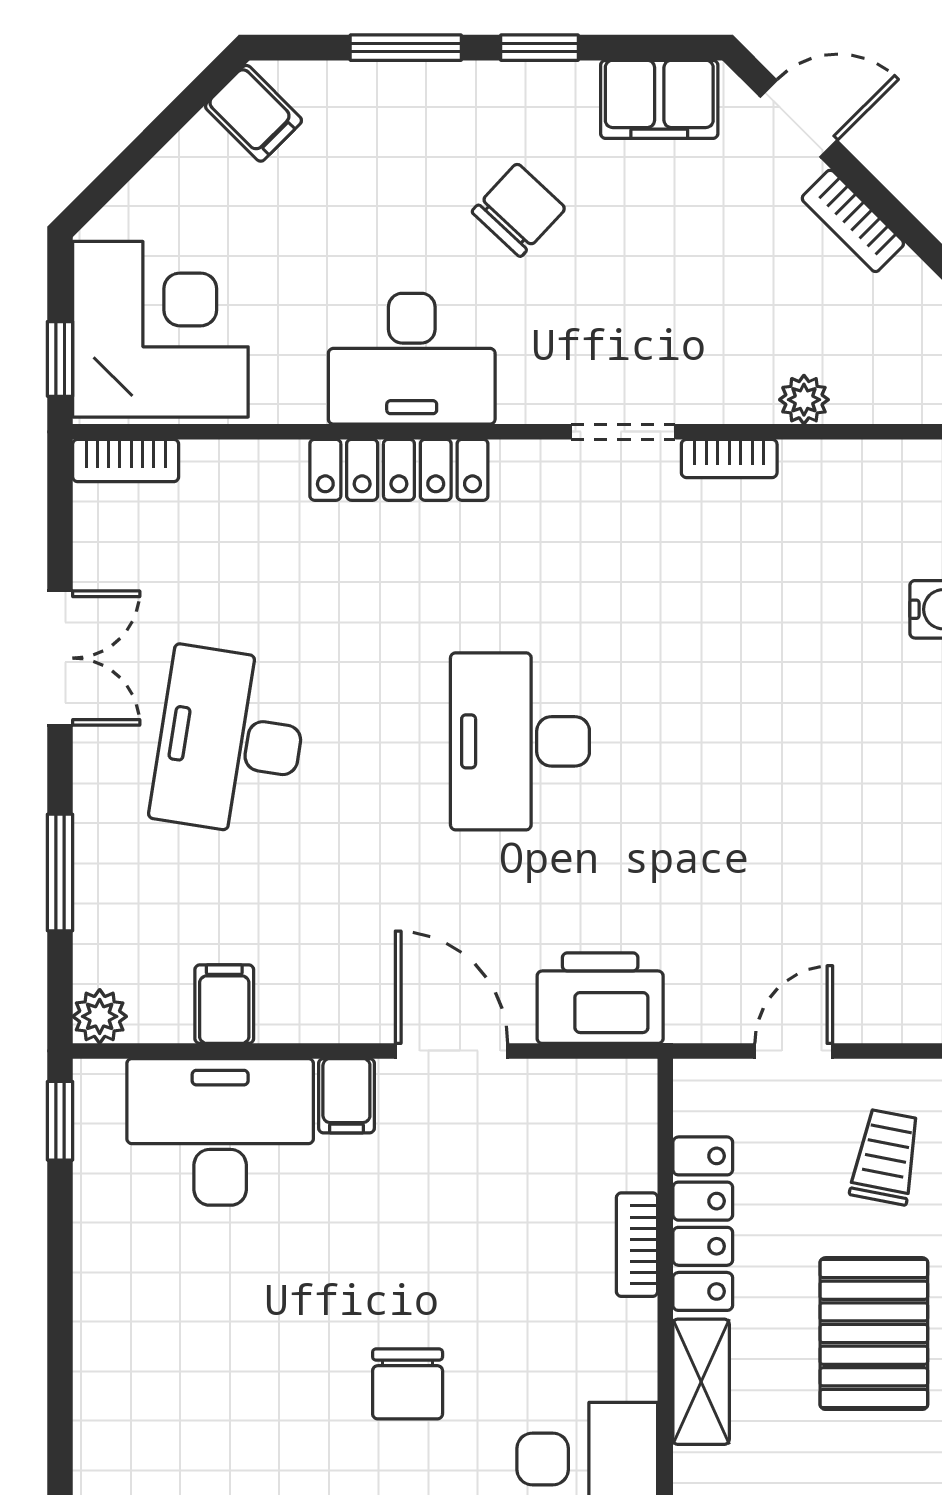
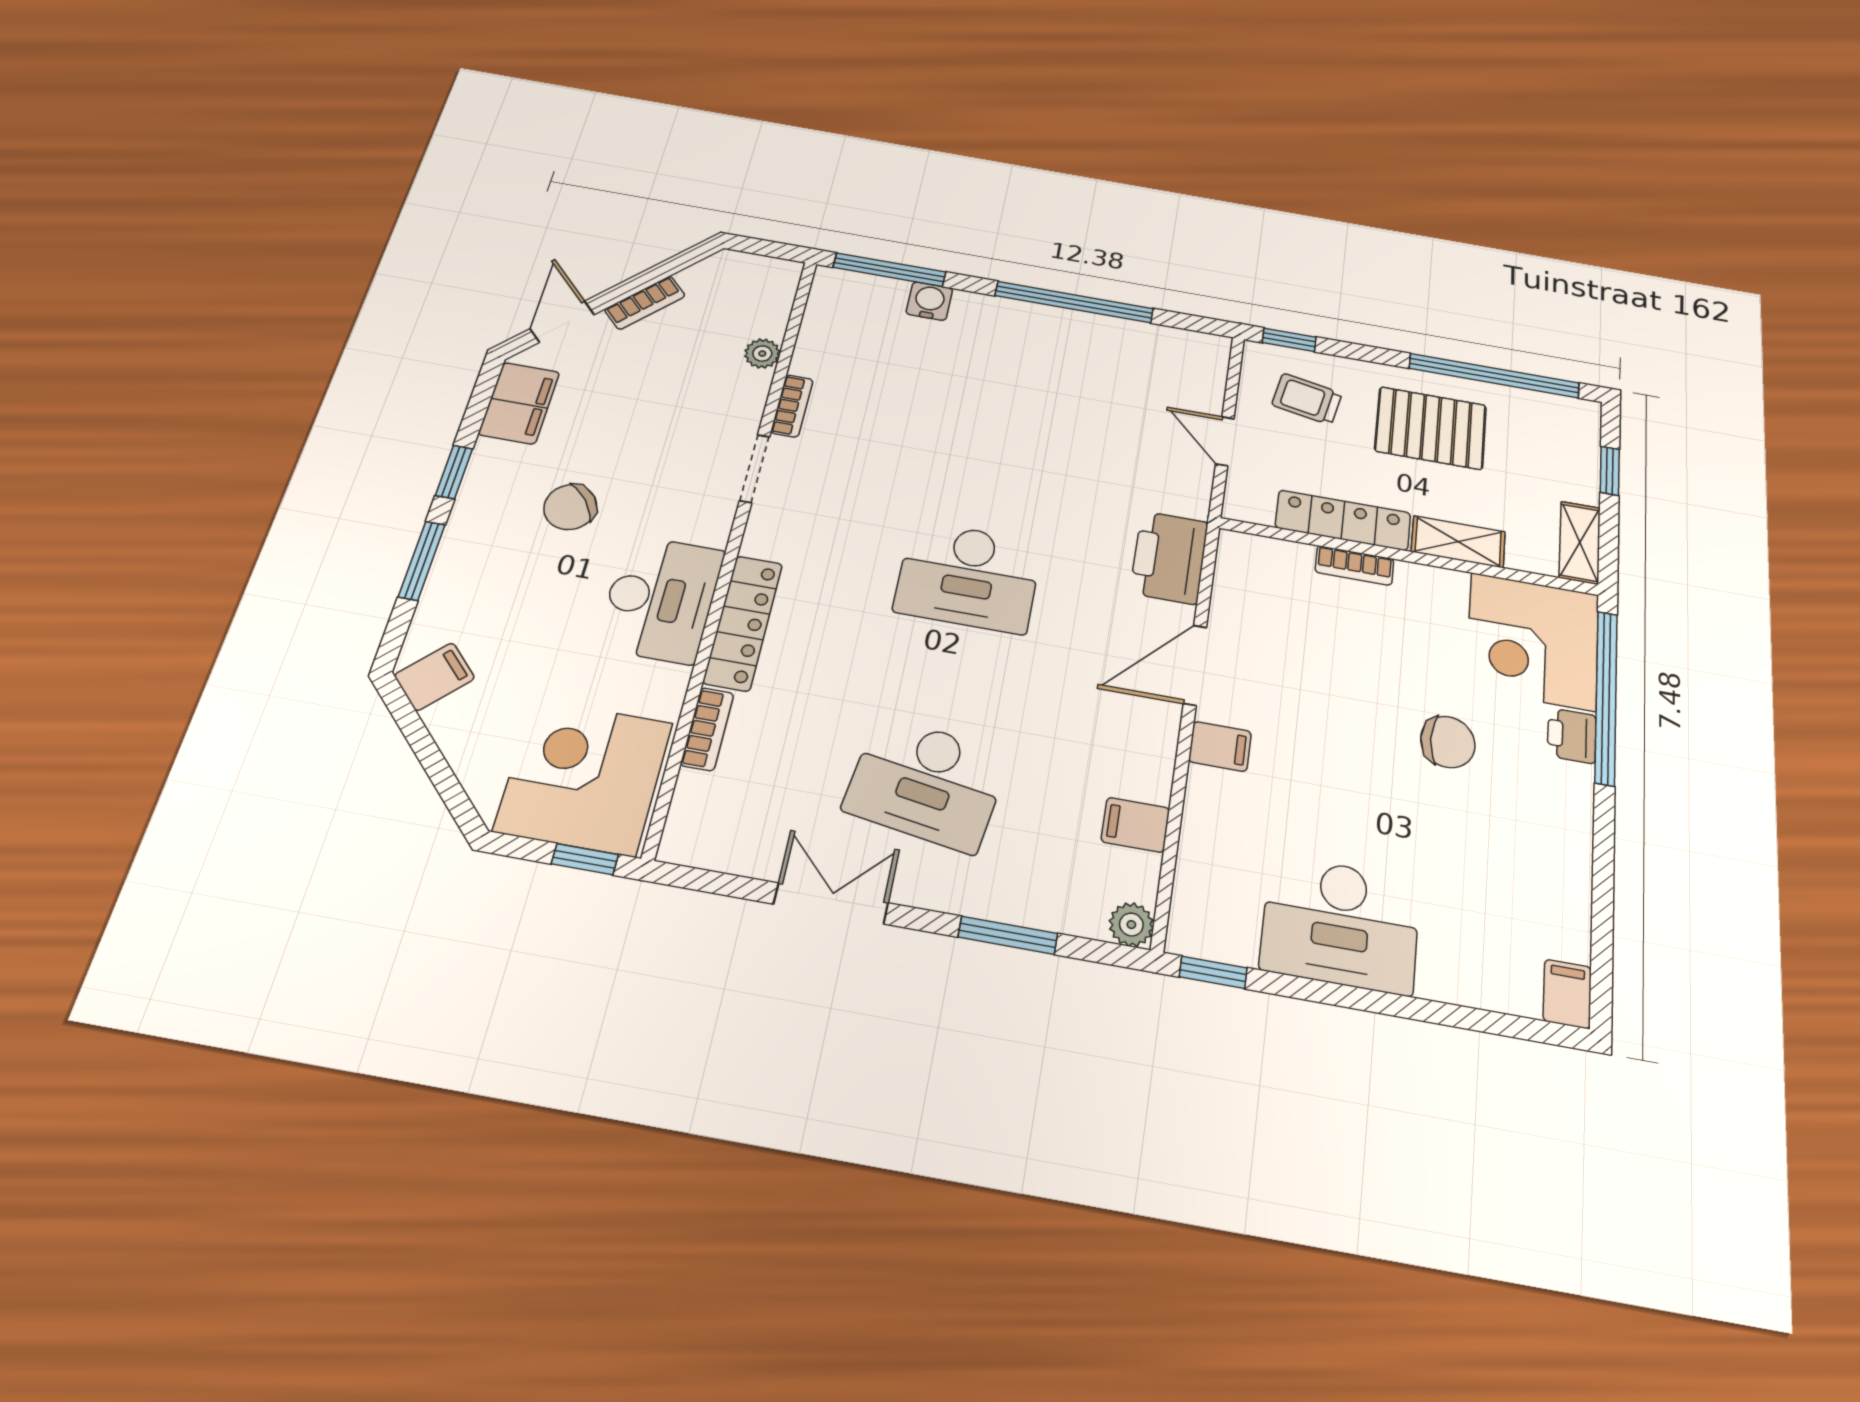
chair: (519, 210) -> (570, 507), turned -82
bookcase: (126, 461) -> (707, 729), moved
desk: (220, 1132) -> (1340, 924), moved, turned -90

